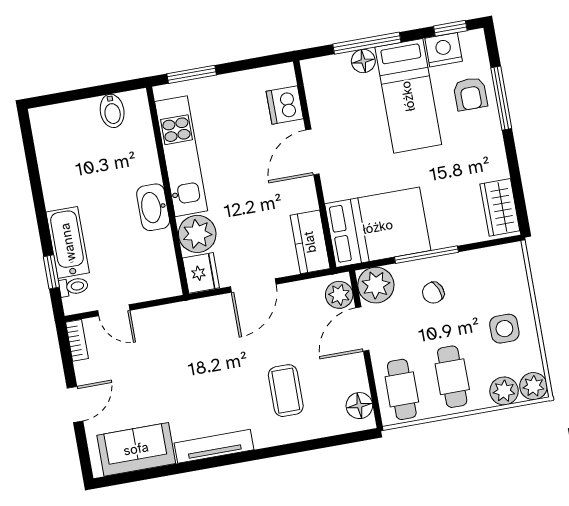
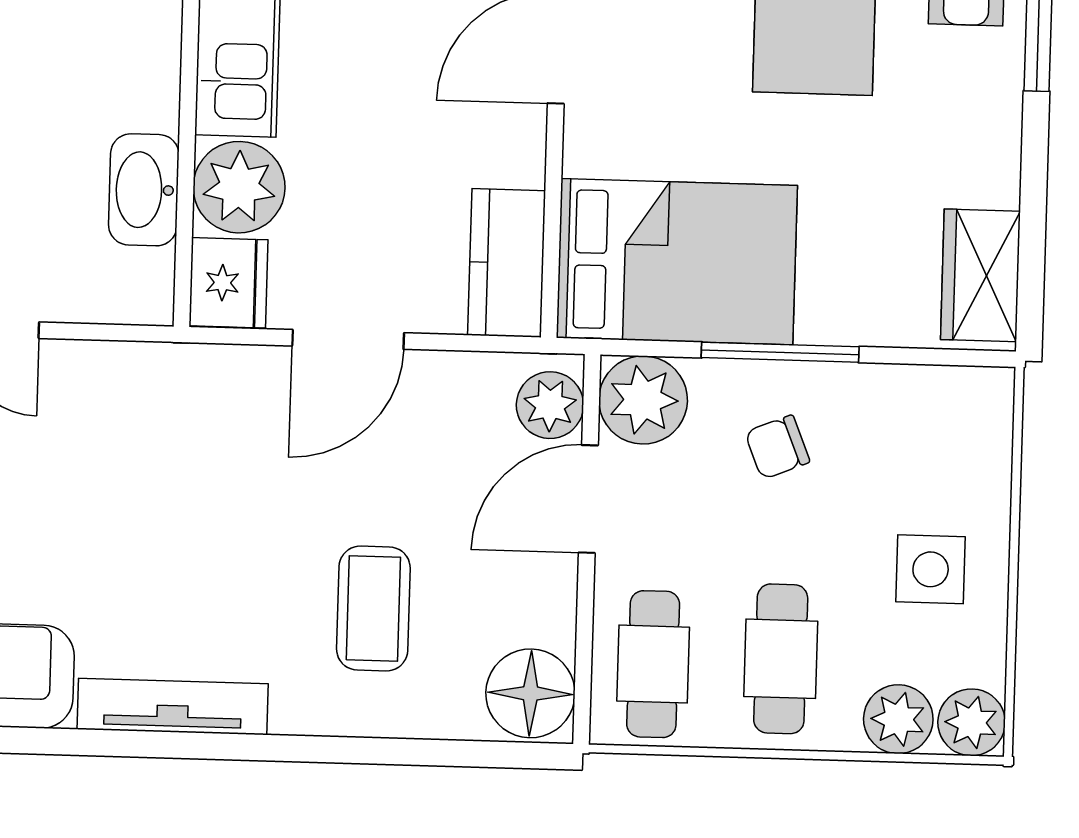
washbasin: (153, 207) -> (144, 190), moved
floor lamp: (359, 406) -> (530, 693), width x1.38, depth x1.38

